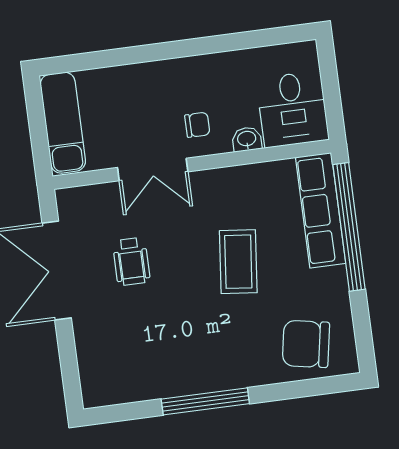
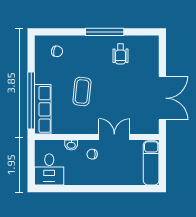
desk: (293, 109) -> (49, 169), moved, turned 180
wheelchair: (131, 262) -> (120, 54), moved, turned 180
chair: (306, 344) -> (57, 51), width x0.54, depth x0.54

